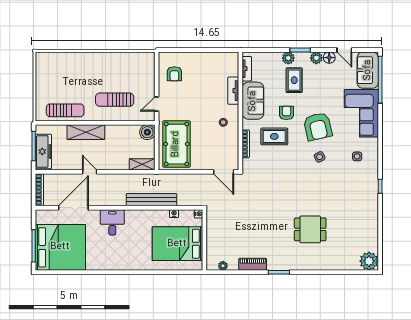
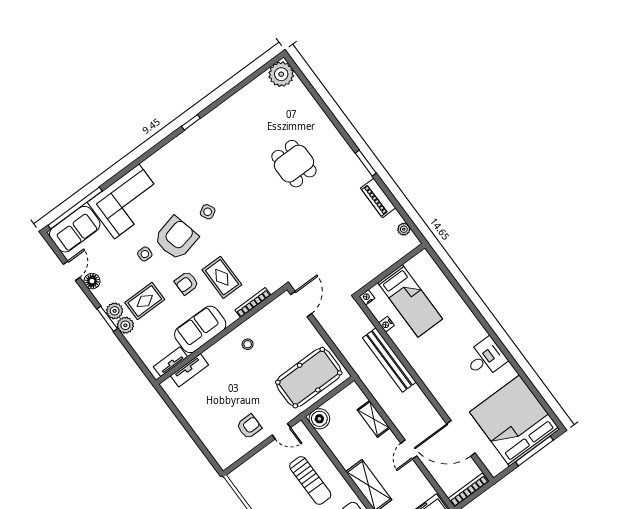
plant: (316, 58) -> (115, 311), moved
armchair: (174, 74) -> (249, 426), moved
tv unit: (233, 91) -> (190, 370), moved
side table: (357, 156) -> (145, 254), moved
shelving: (142, 164) -> (374, 419), moved
desk: (112, 222) -> (485, 358), moved, turned 180
bed: (177, 244) -> (410, 301), width x0.67

